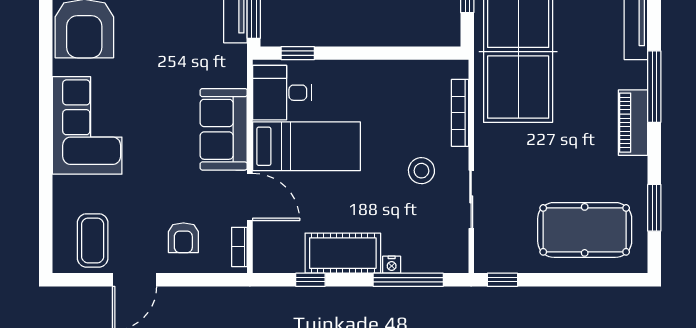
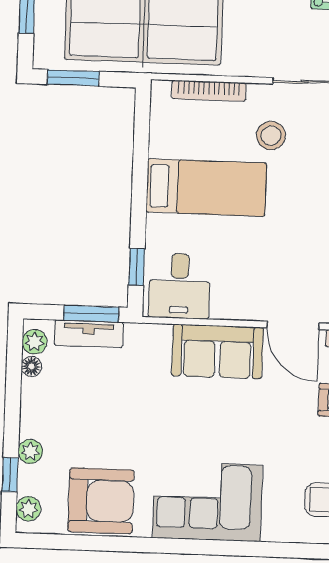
bed: (306, 146) -> (206, 188), moved, turned 90
door: (250, 197) -> (293, 325), swing flipped

